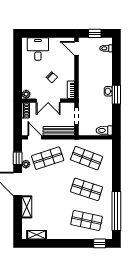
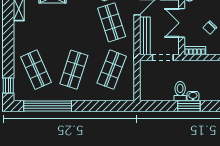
toilet: (104, 130) -> (180, 91), moved
shop shelf: (86, 221) -> (36, 70), turned -36

